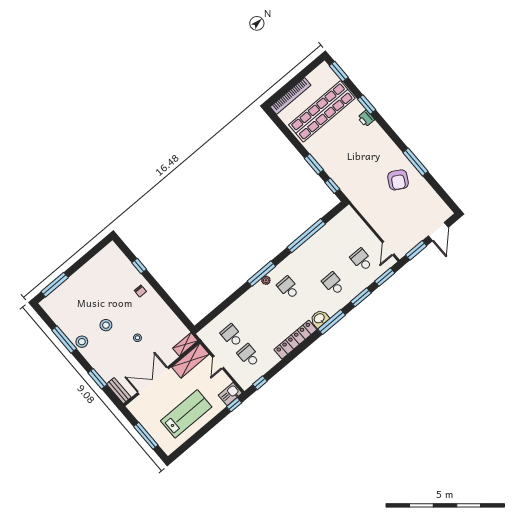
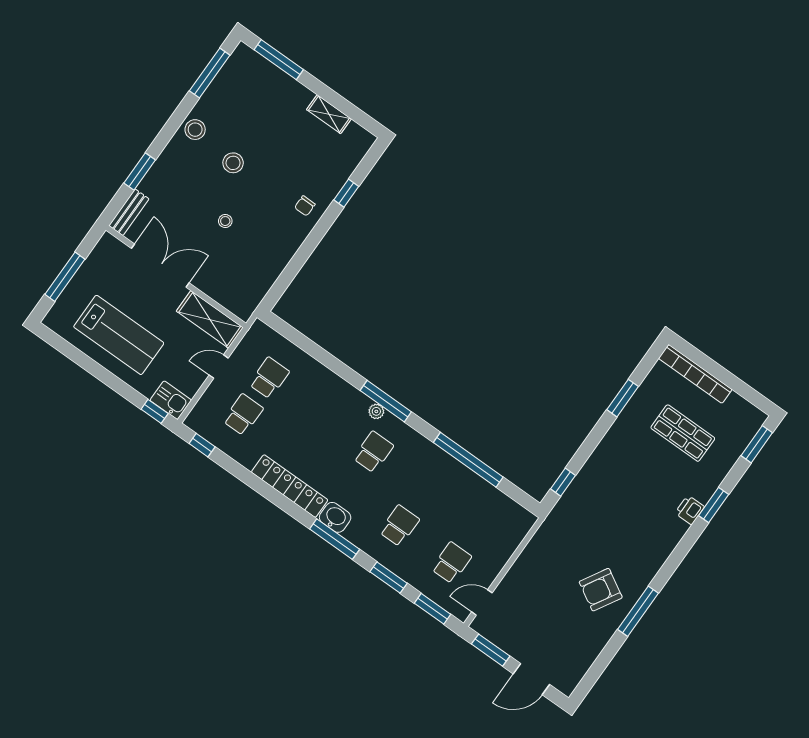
shop shelf: (322, 111) -> (683, 433), width x0.50, depth x0.74
window: (314, 164) -> (623, 398), moved
window: (64, 339) -> (210, 73), moved
shelving: (185, 344) -> (329, 114), moved

